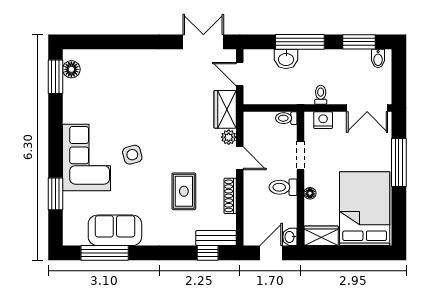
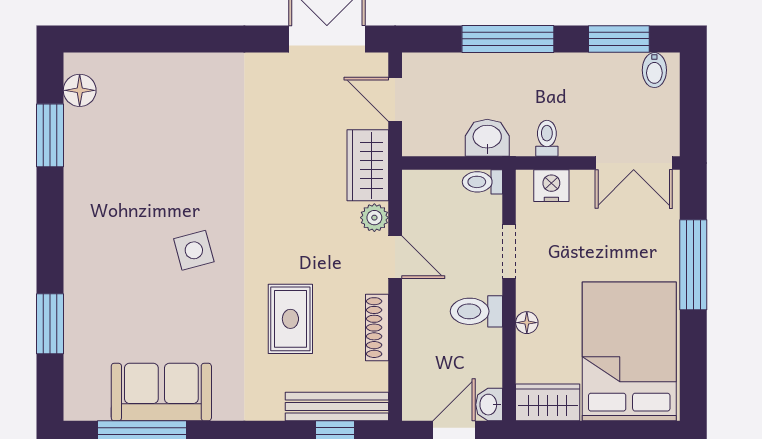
washbasin: (286, 59) -> (487, 138), moved, turned 180
window: (56, 77) -> (50, 135), moved
corner sofa: (87, 158) -> (108, 256), removed
bench: (216, 238) -> (337, 407), width x1.36

